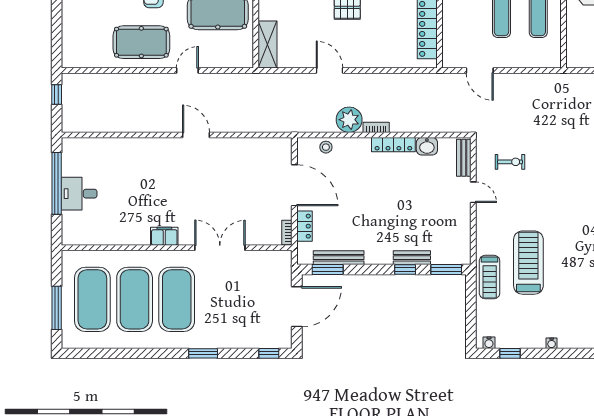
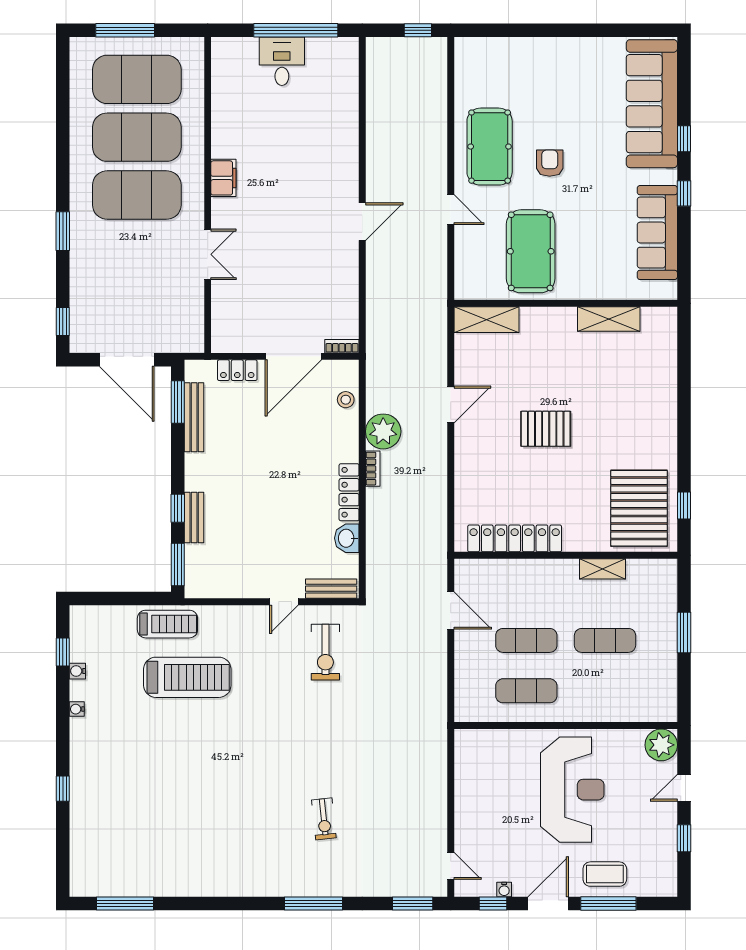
door: (480, 70) -> (451, 611), swing flipped
exercise bike: (510, 162) -> (325, 652), width x1.38, depth x1.39
bookcase: (287, 232) -> (342, 346), moved
double door: (220, 248) -> (208, 254), width x0.73
treadmill: (490, 277) -> (167, 624), turned 180
water cooler: (489, 343) -> (77, 671), moved

